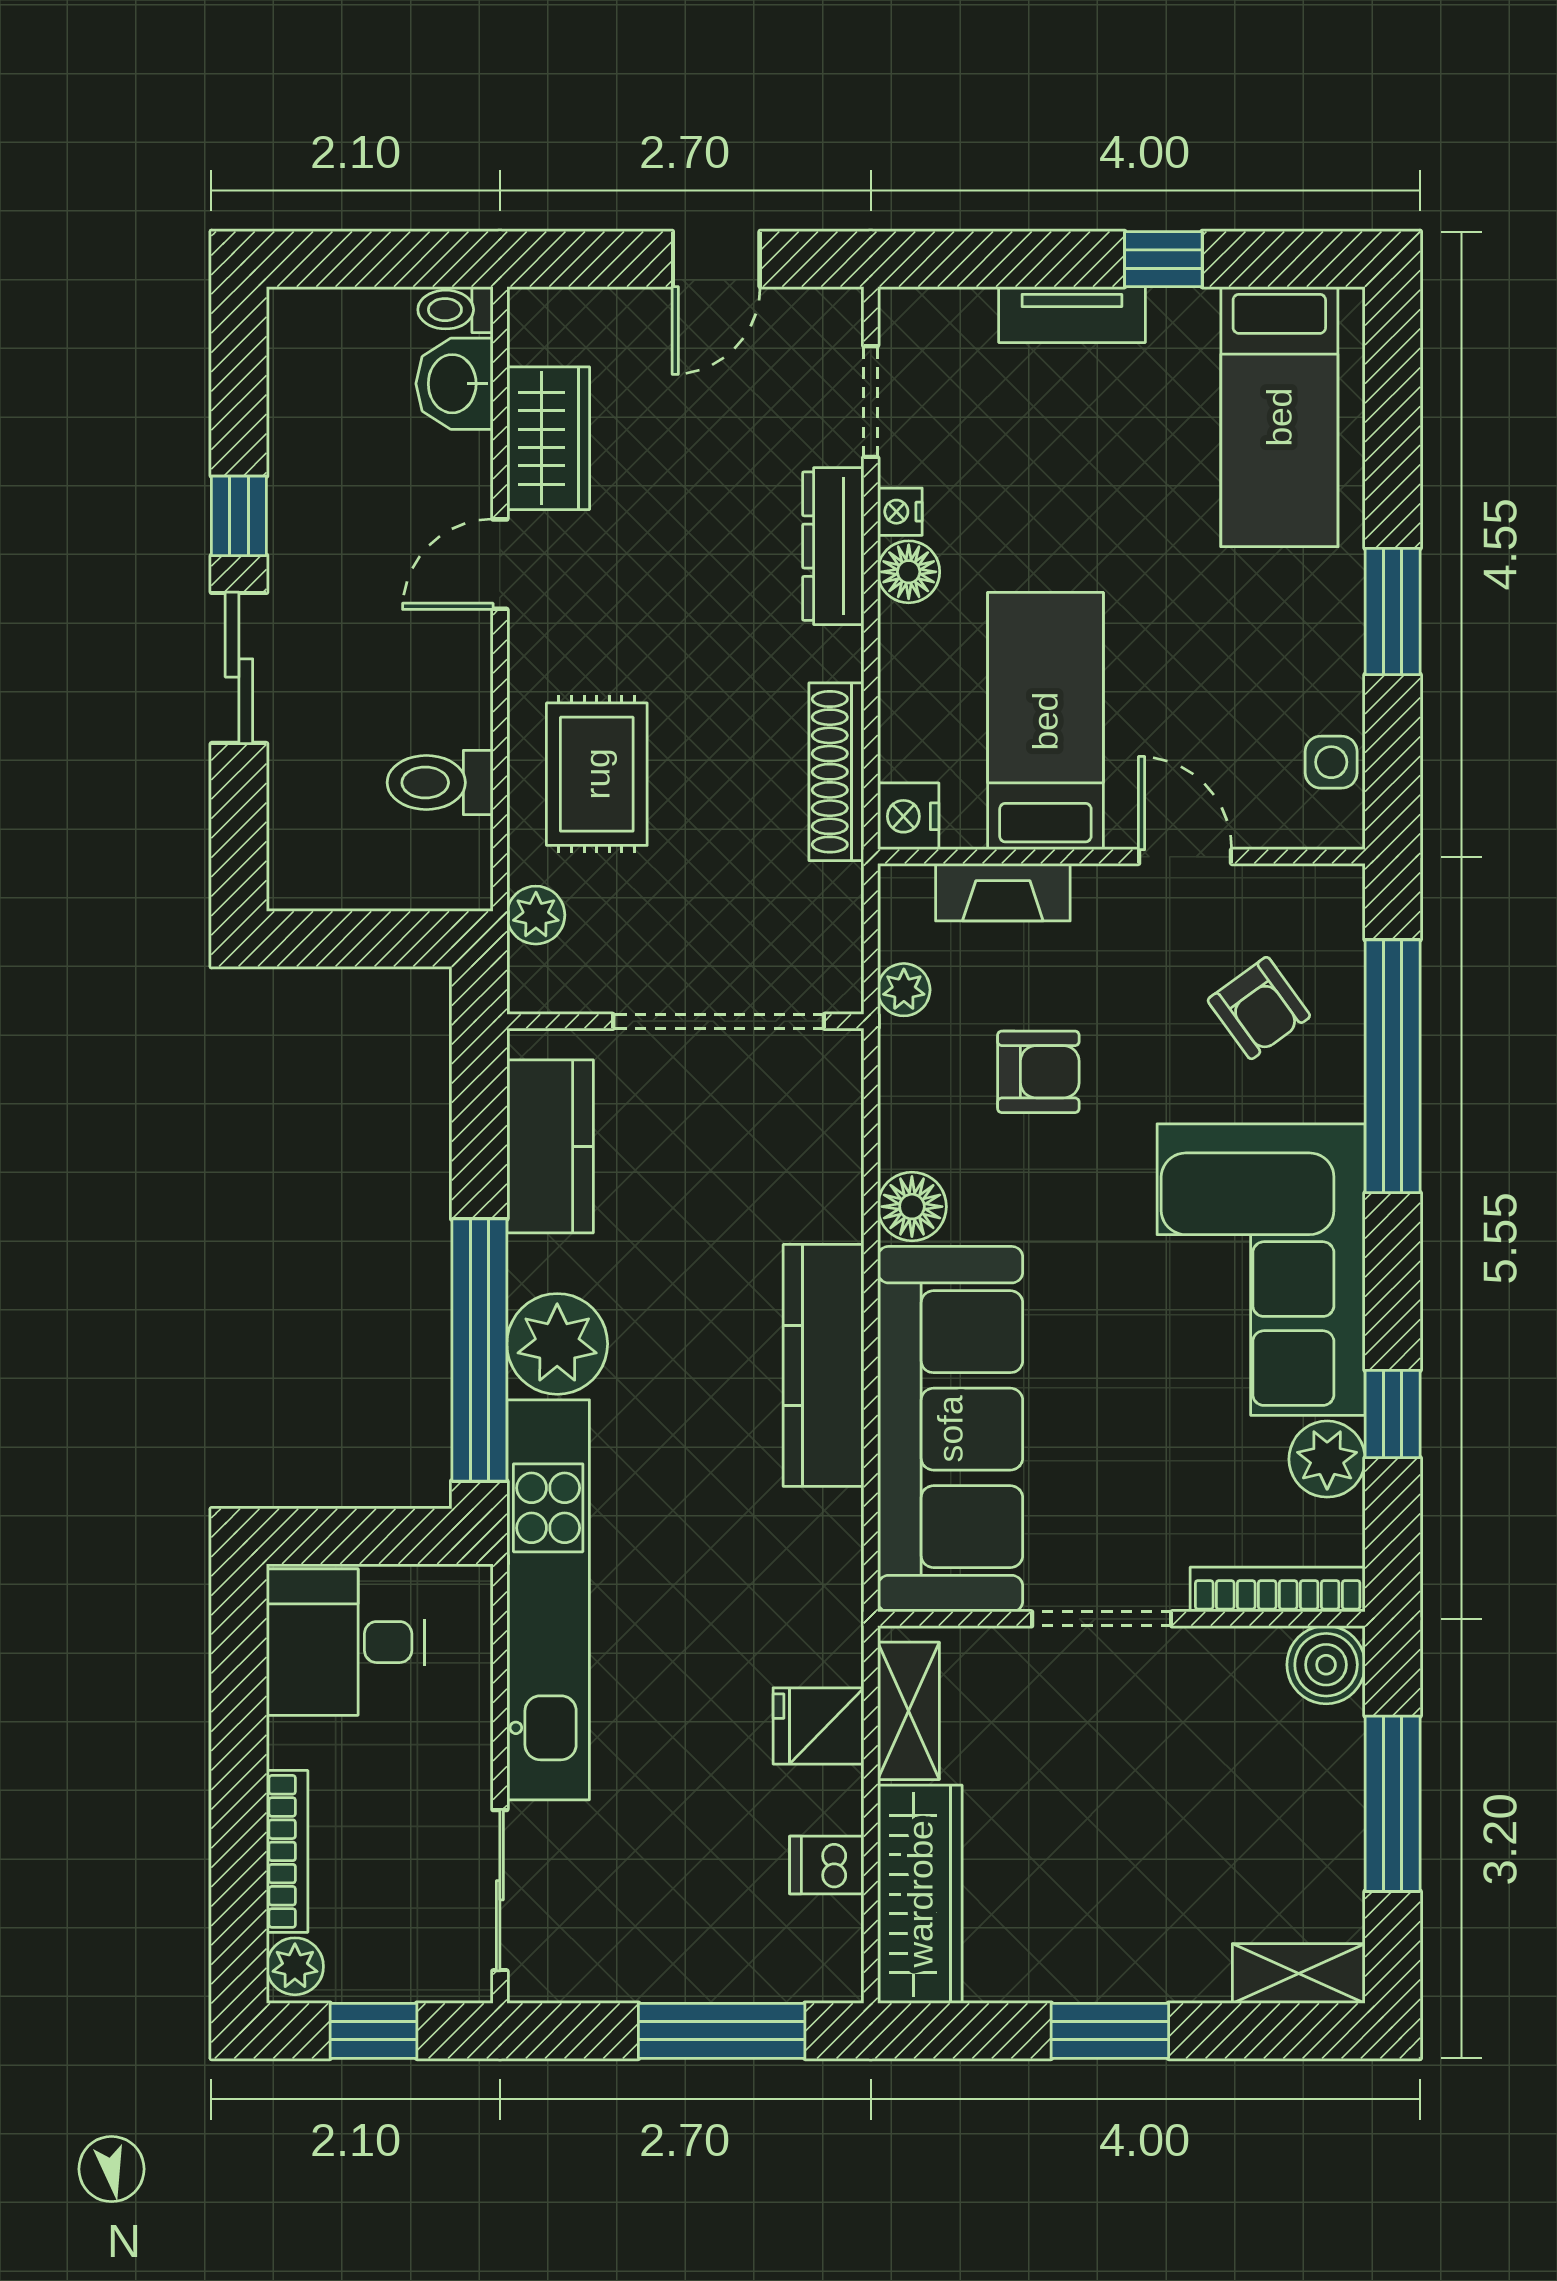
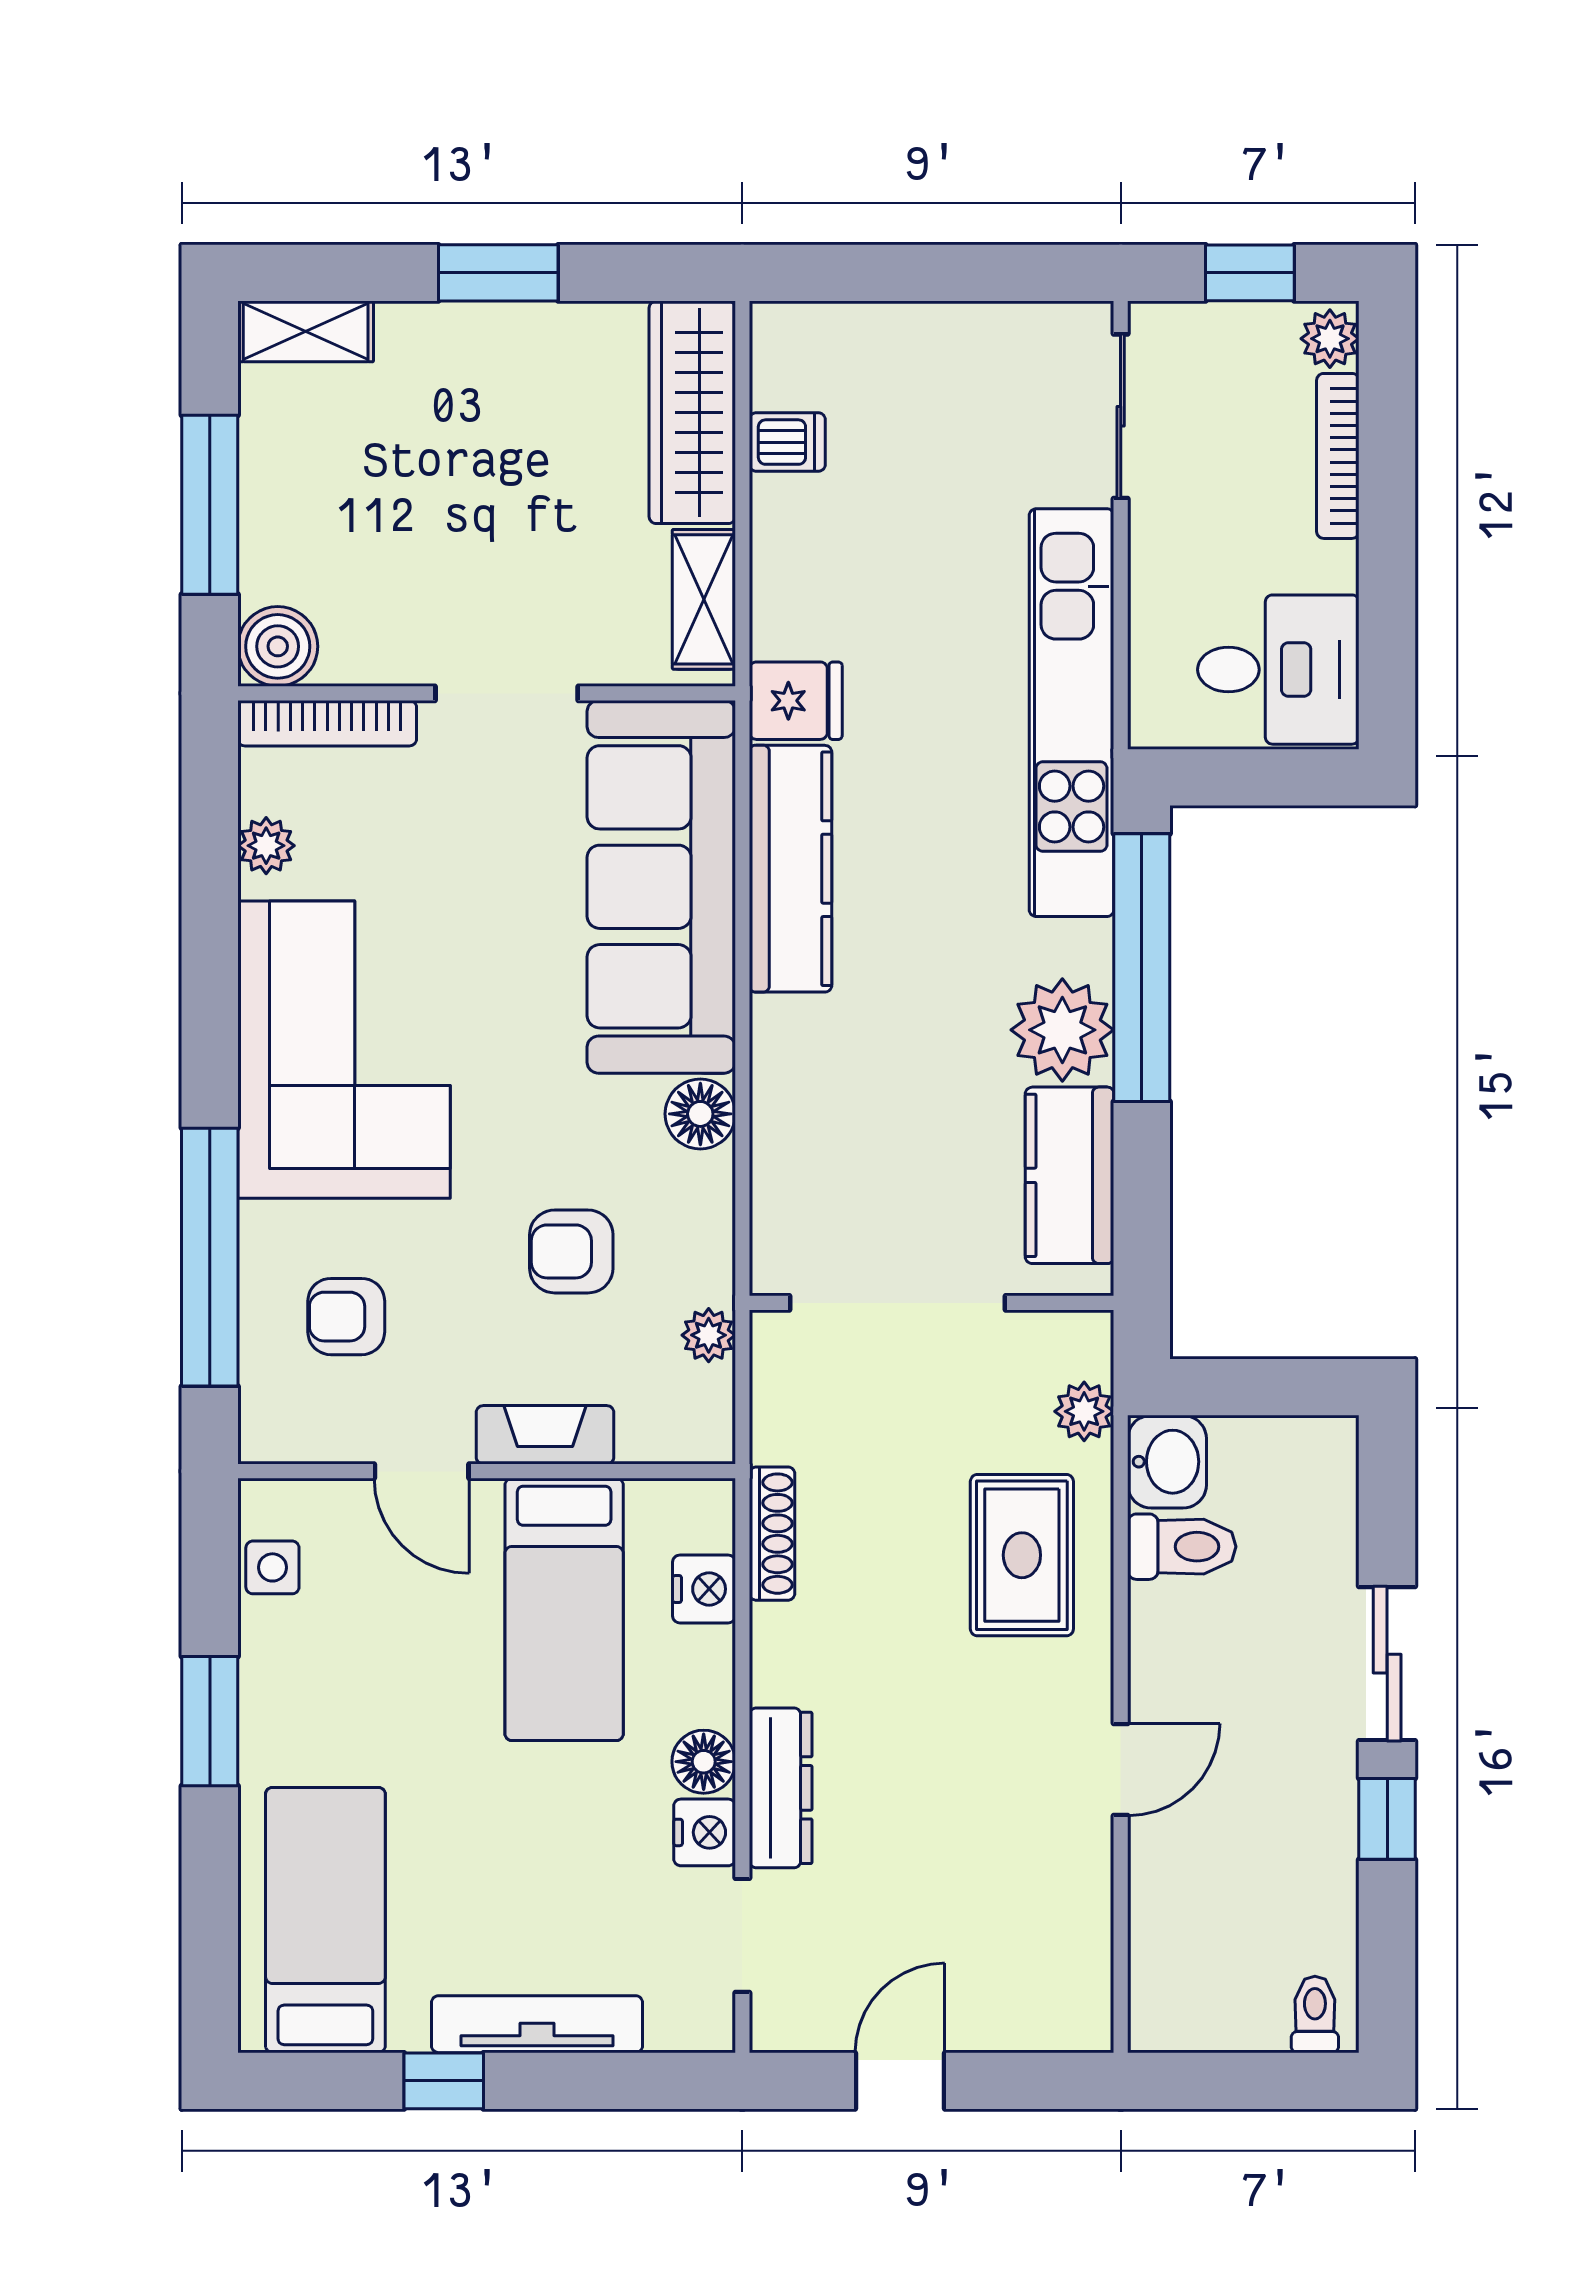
toilet: (455, 310) -> (1315, 2014), moved, turned -90
tv unit: (1072, 315) -> (537, 2024), width x1.41
washbasin: (455, 384) -> (1167, 1462), moved
wardrobe: (548, 438) -> (1071, 1898), removed
nightstand: (900, 512) -> (705, 1832), width x1.39, depth x1.35
shoe rack: (836, 772) -> (772, 1534), width x0.74, depth x0.81
nightstand: (908, 816) -> (704, 1589), moved
fireplace: (1003, 892) -> (545, 1435), moved
armchair: (1259, 1008) -> (346, 1317), turned -54
plant: (557, 1344) -> (1062, 1030), moved
kitchen counter: (824, 1365) -> (791, 869), moved
window: (1393, 1414) -> (210, 902), removed
plant: (1327, 1459) -> (266, 846), width x0.73, depth x0.73
fridge: (818, 1726) -> (796, 701), moved
window: (722, 2031) -> (894, 273), removed

